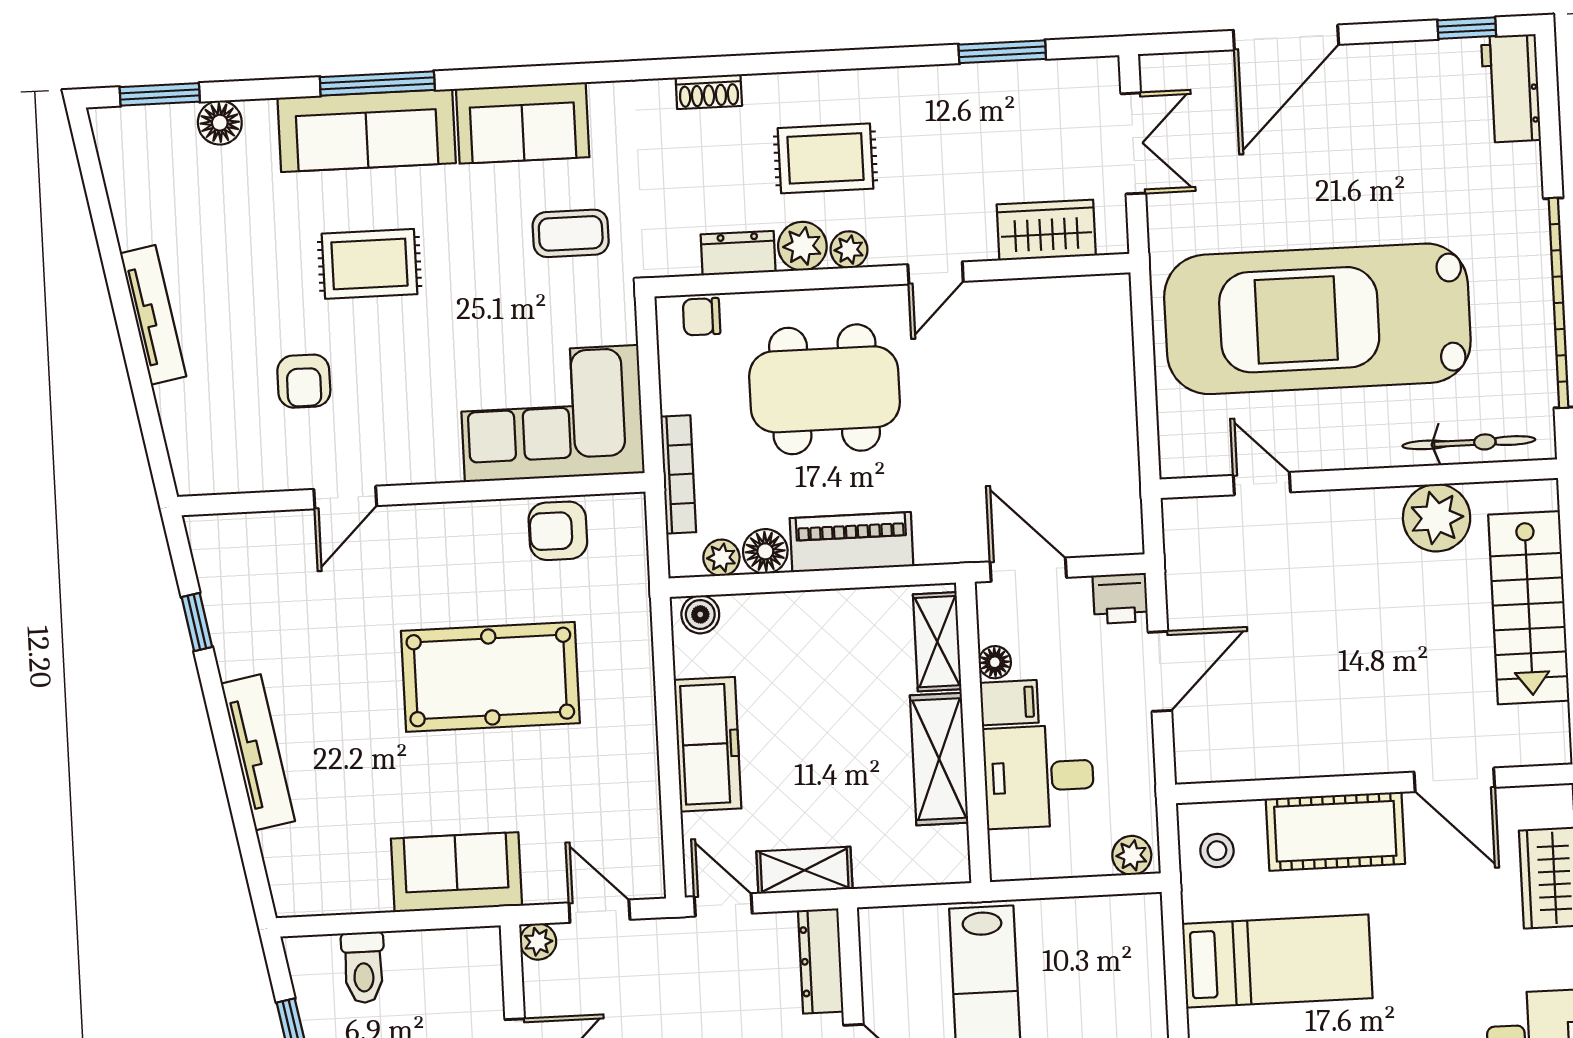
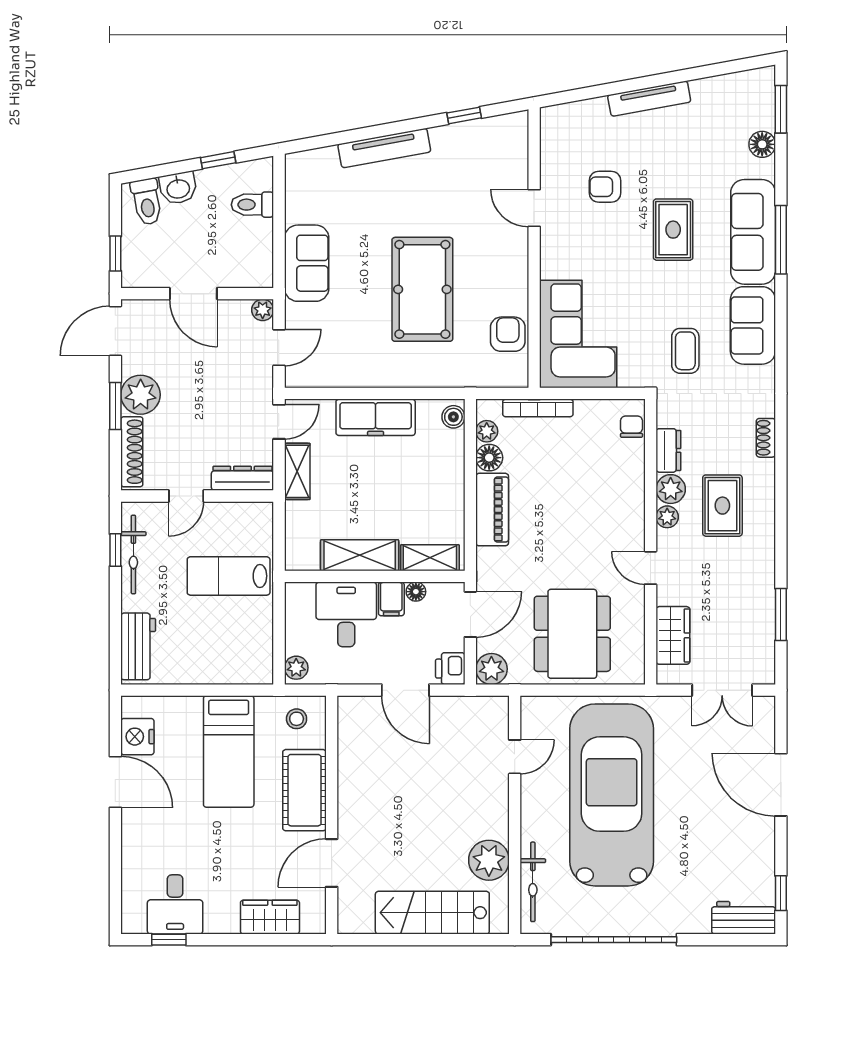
dining table: (825, 389) -> (572, 634), moved
plant: (1117, 530) -> (491, 669), added

